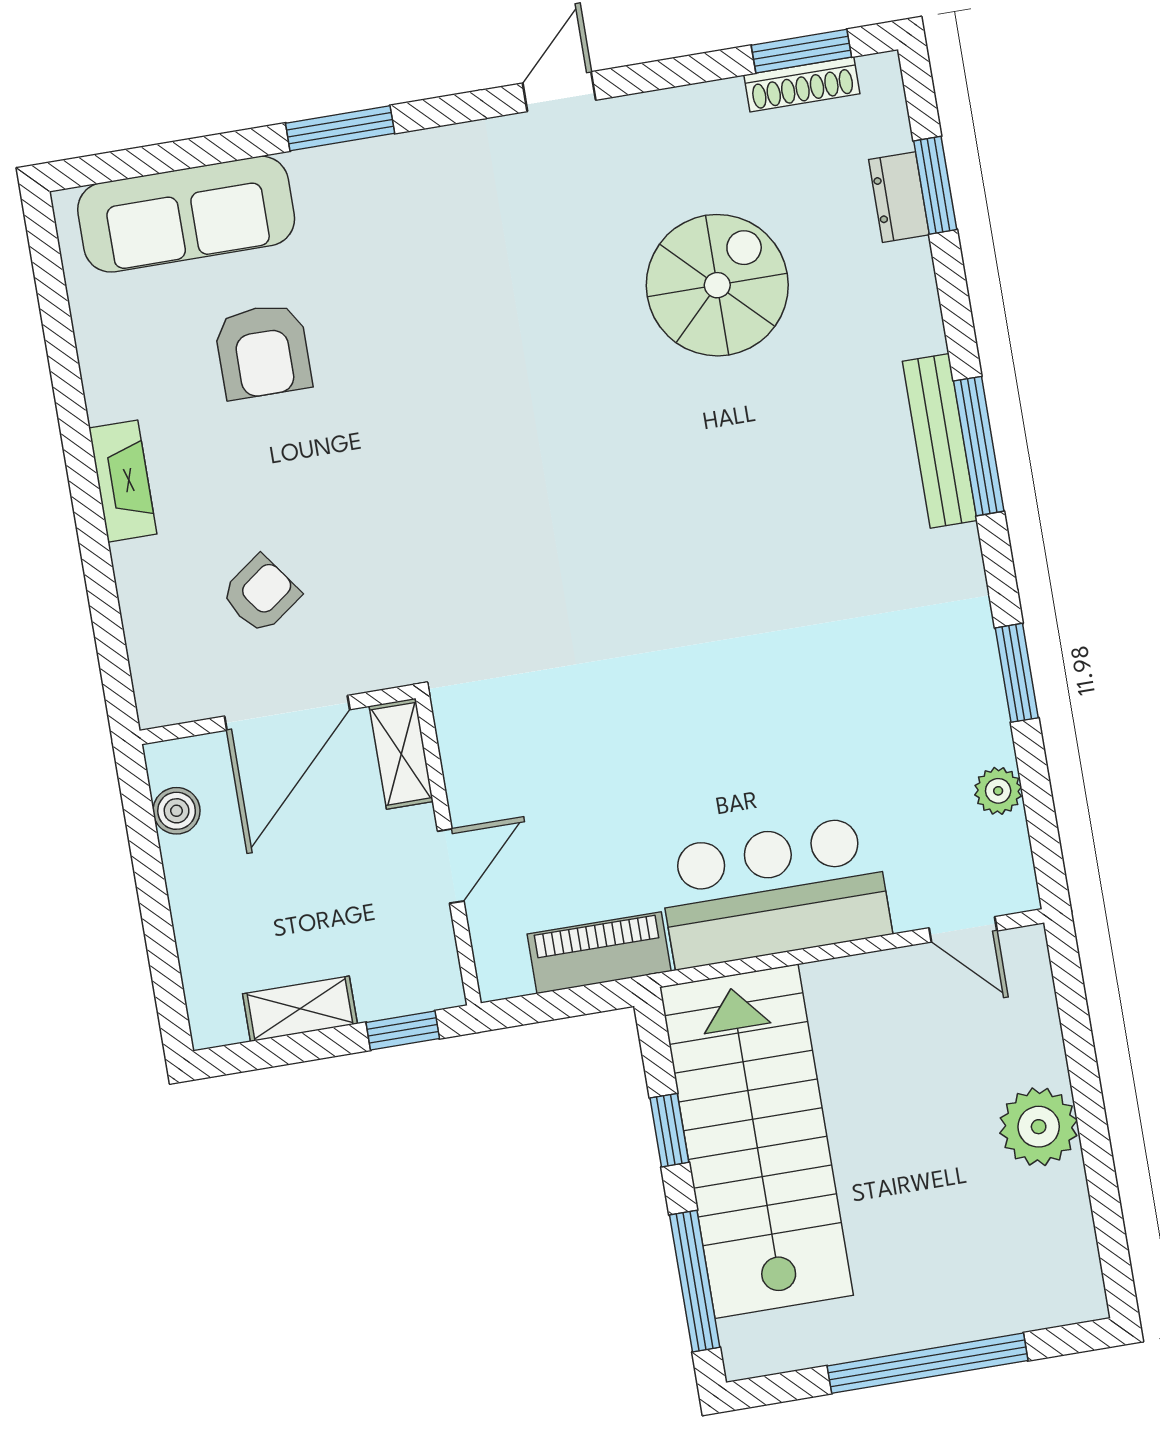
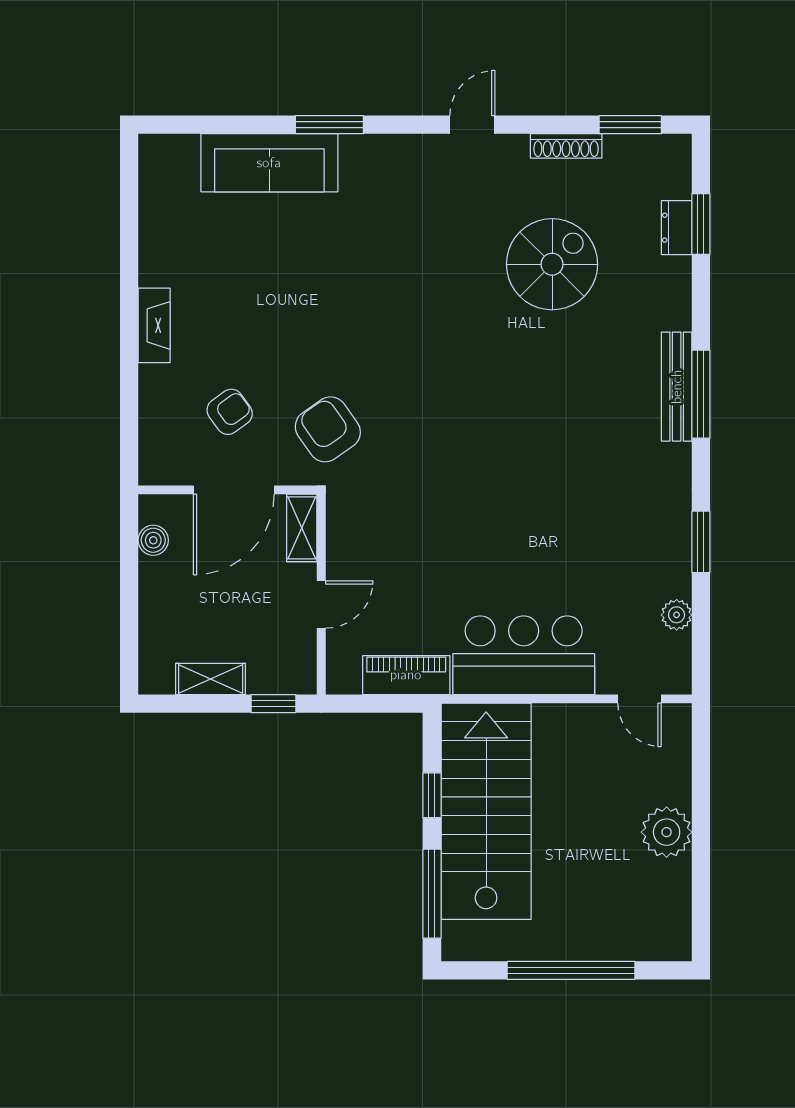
shoe rack: (802, 84) -> (566, 146), moved
sofa: (186, 214) -> (269, 163), moved
armchair: (263, 351) -> (328, 429), moved, turned 145

